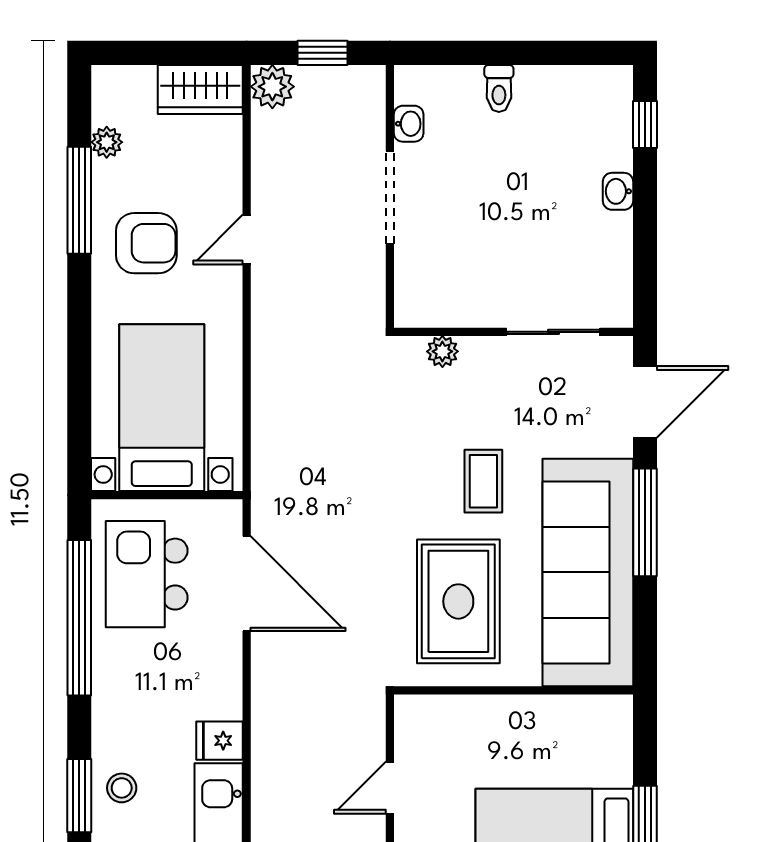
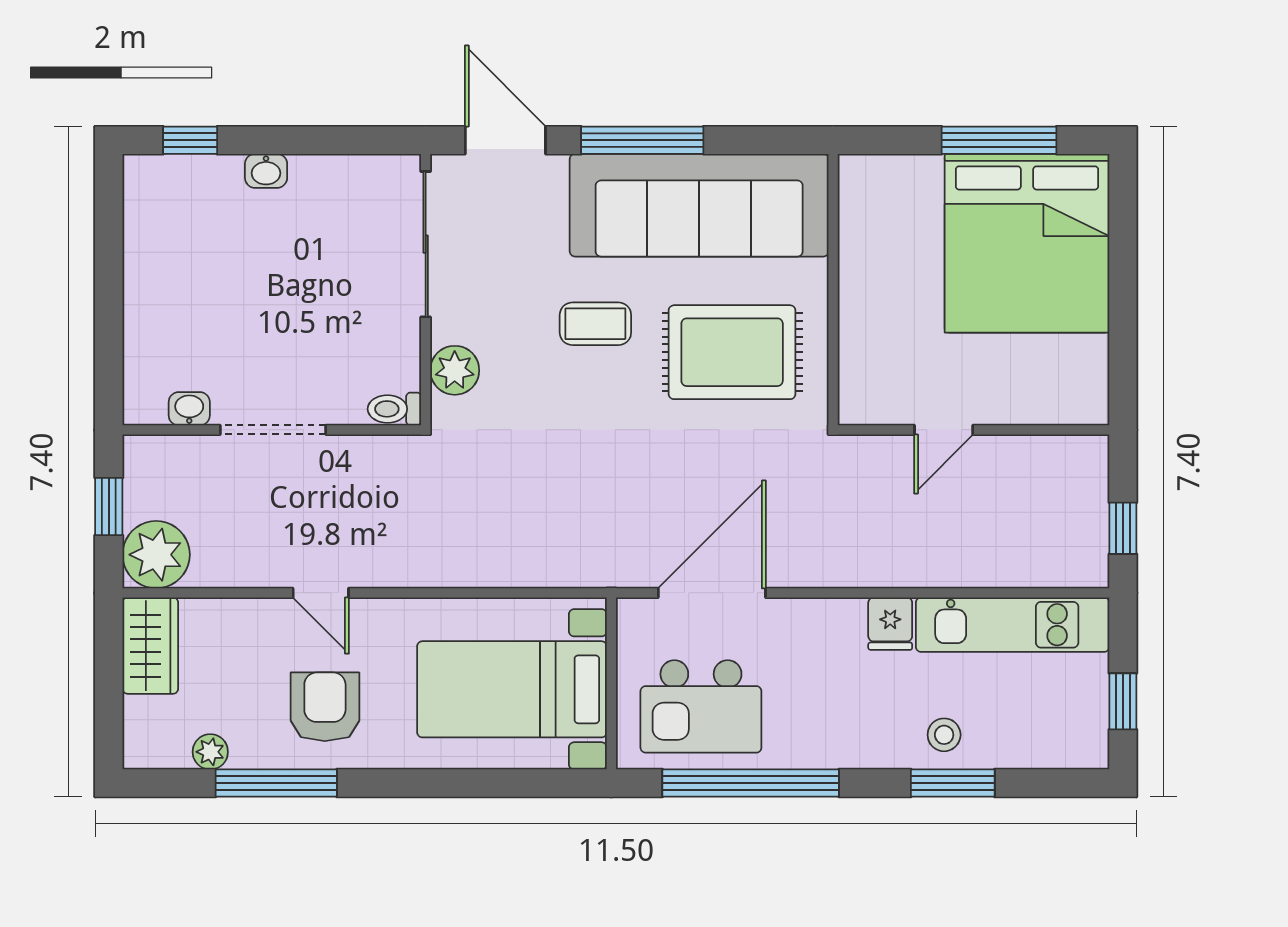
plant: (272, 87) -> (156, 555), width x1.36, depth x1.36
toilet: (499, 88) -> (394, 409), moved, turned 180
sliding door: (553, 332) -> (426, 244), width x1.37
plant: (442, 351) -> (455, 370), width x1.38, depth x1.38
door: (390, 788) -> (944, 430), hinge flipped

